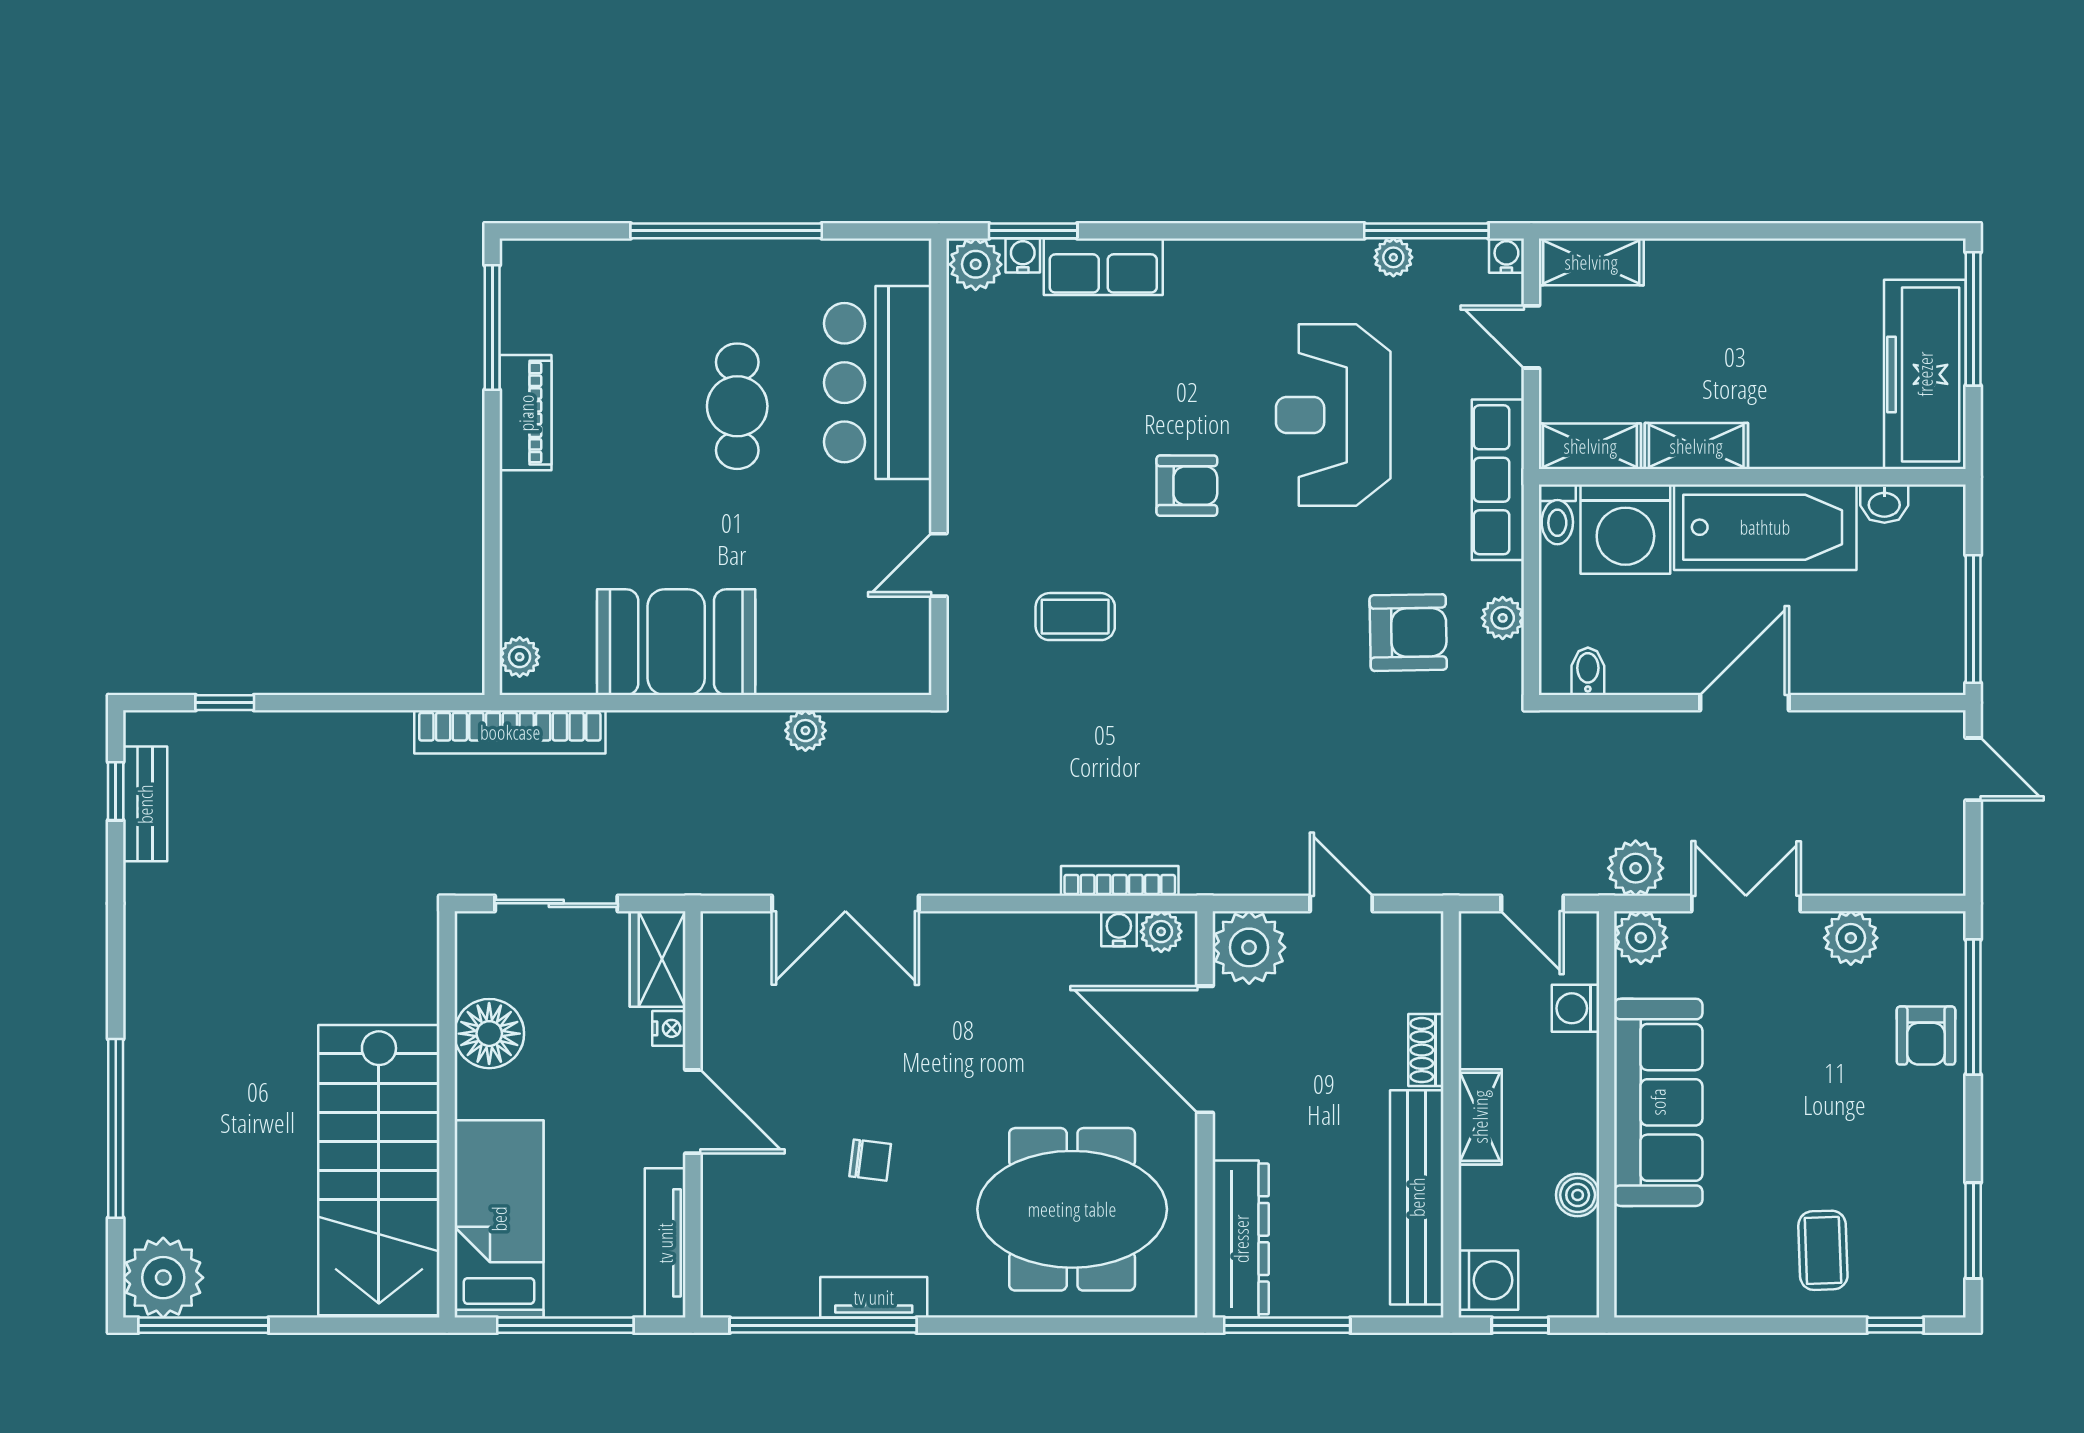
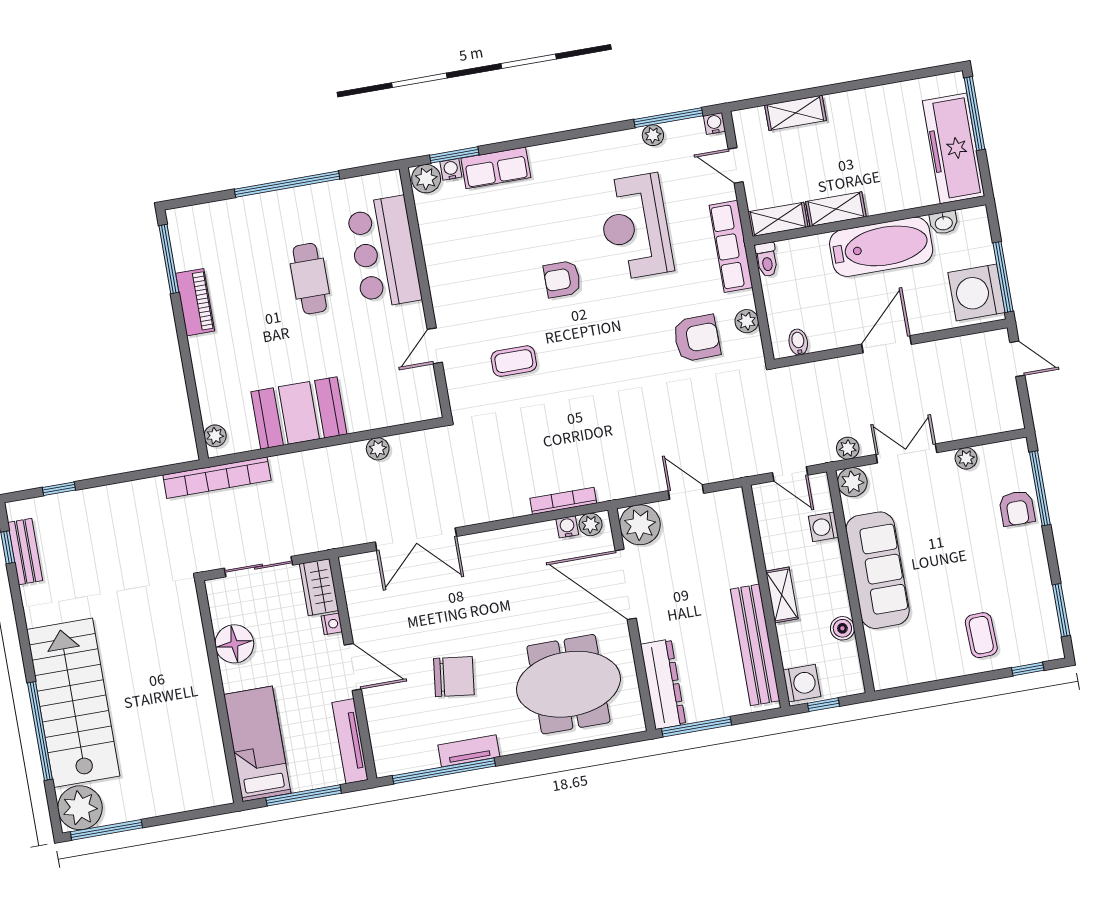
shelving: (1591, 262) -> (795, 113), moved
armchair: (1187, 486) -> (562, 279), turned 180
washing machine: (1625, 529) -> (976, 293), moved, turned 90
plant: (1636, 868) -> (848, 448), width x0.73, depth x0.73
plant: (1851, 938) -> (966, 458), width x0.73, depth x0.73
shoe rack: (1426, 1050) -> (746, 564), removed
chair: (870, 1160) -> (454, 677), width x1.87, depth x1.87
stairs: (379, 1170) -> (73, 703), moved, turned 180

